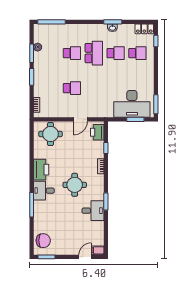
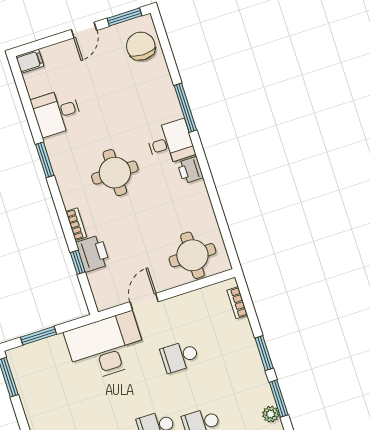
desk: (132, 104) -> (106, 347), moved
printer: (97, 132) -> (93, 253), moved
printer: (41, 170) -> (190, 170), width x0.53, depth x0.68
desk: (93, 211) -> (57, 112), moved
chair: (43, 241) -> (141, 46), turned 90
door: (85, 257) -> (84, 30), moved

